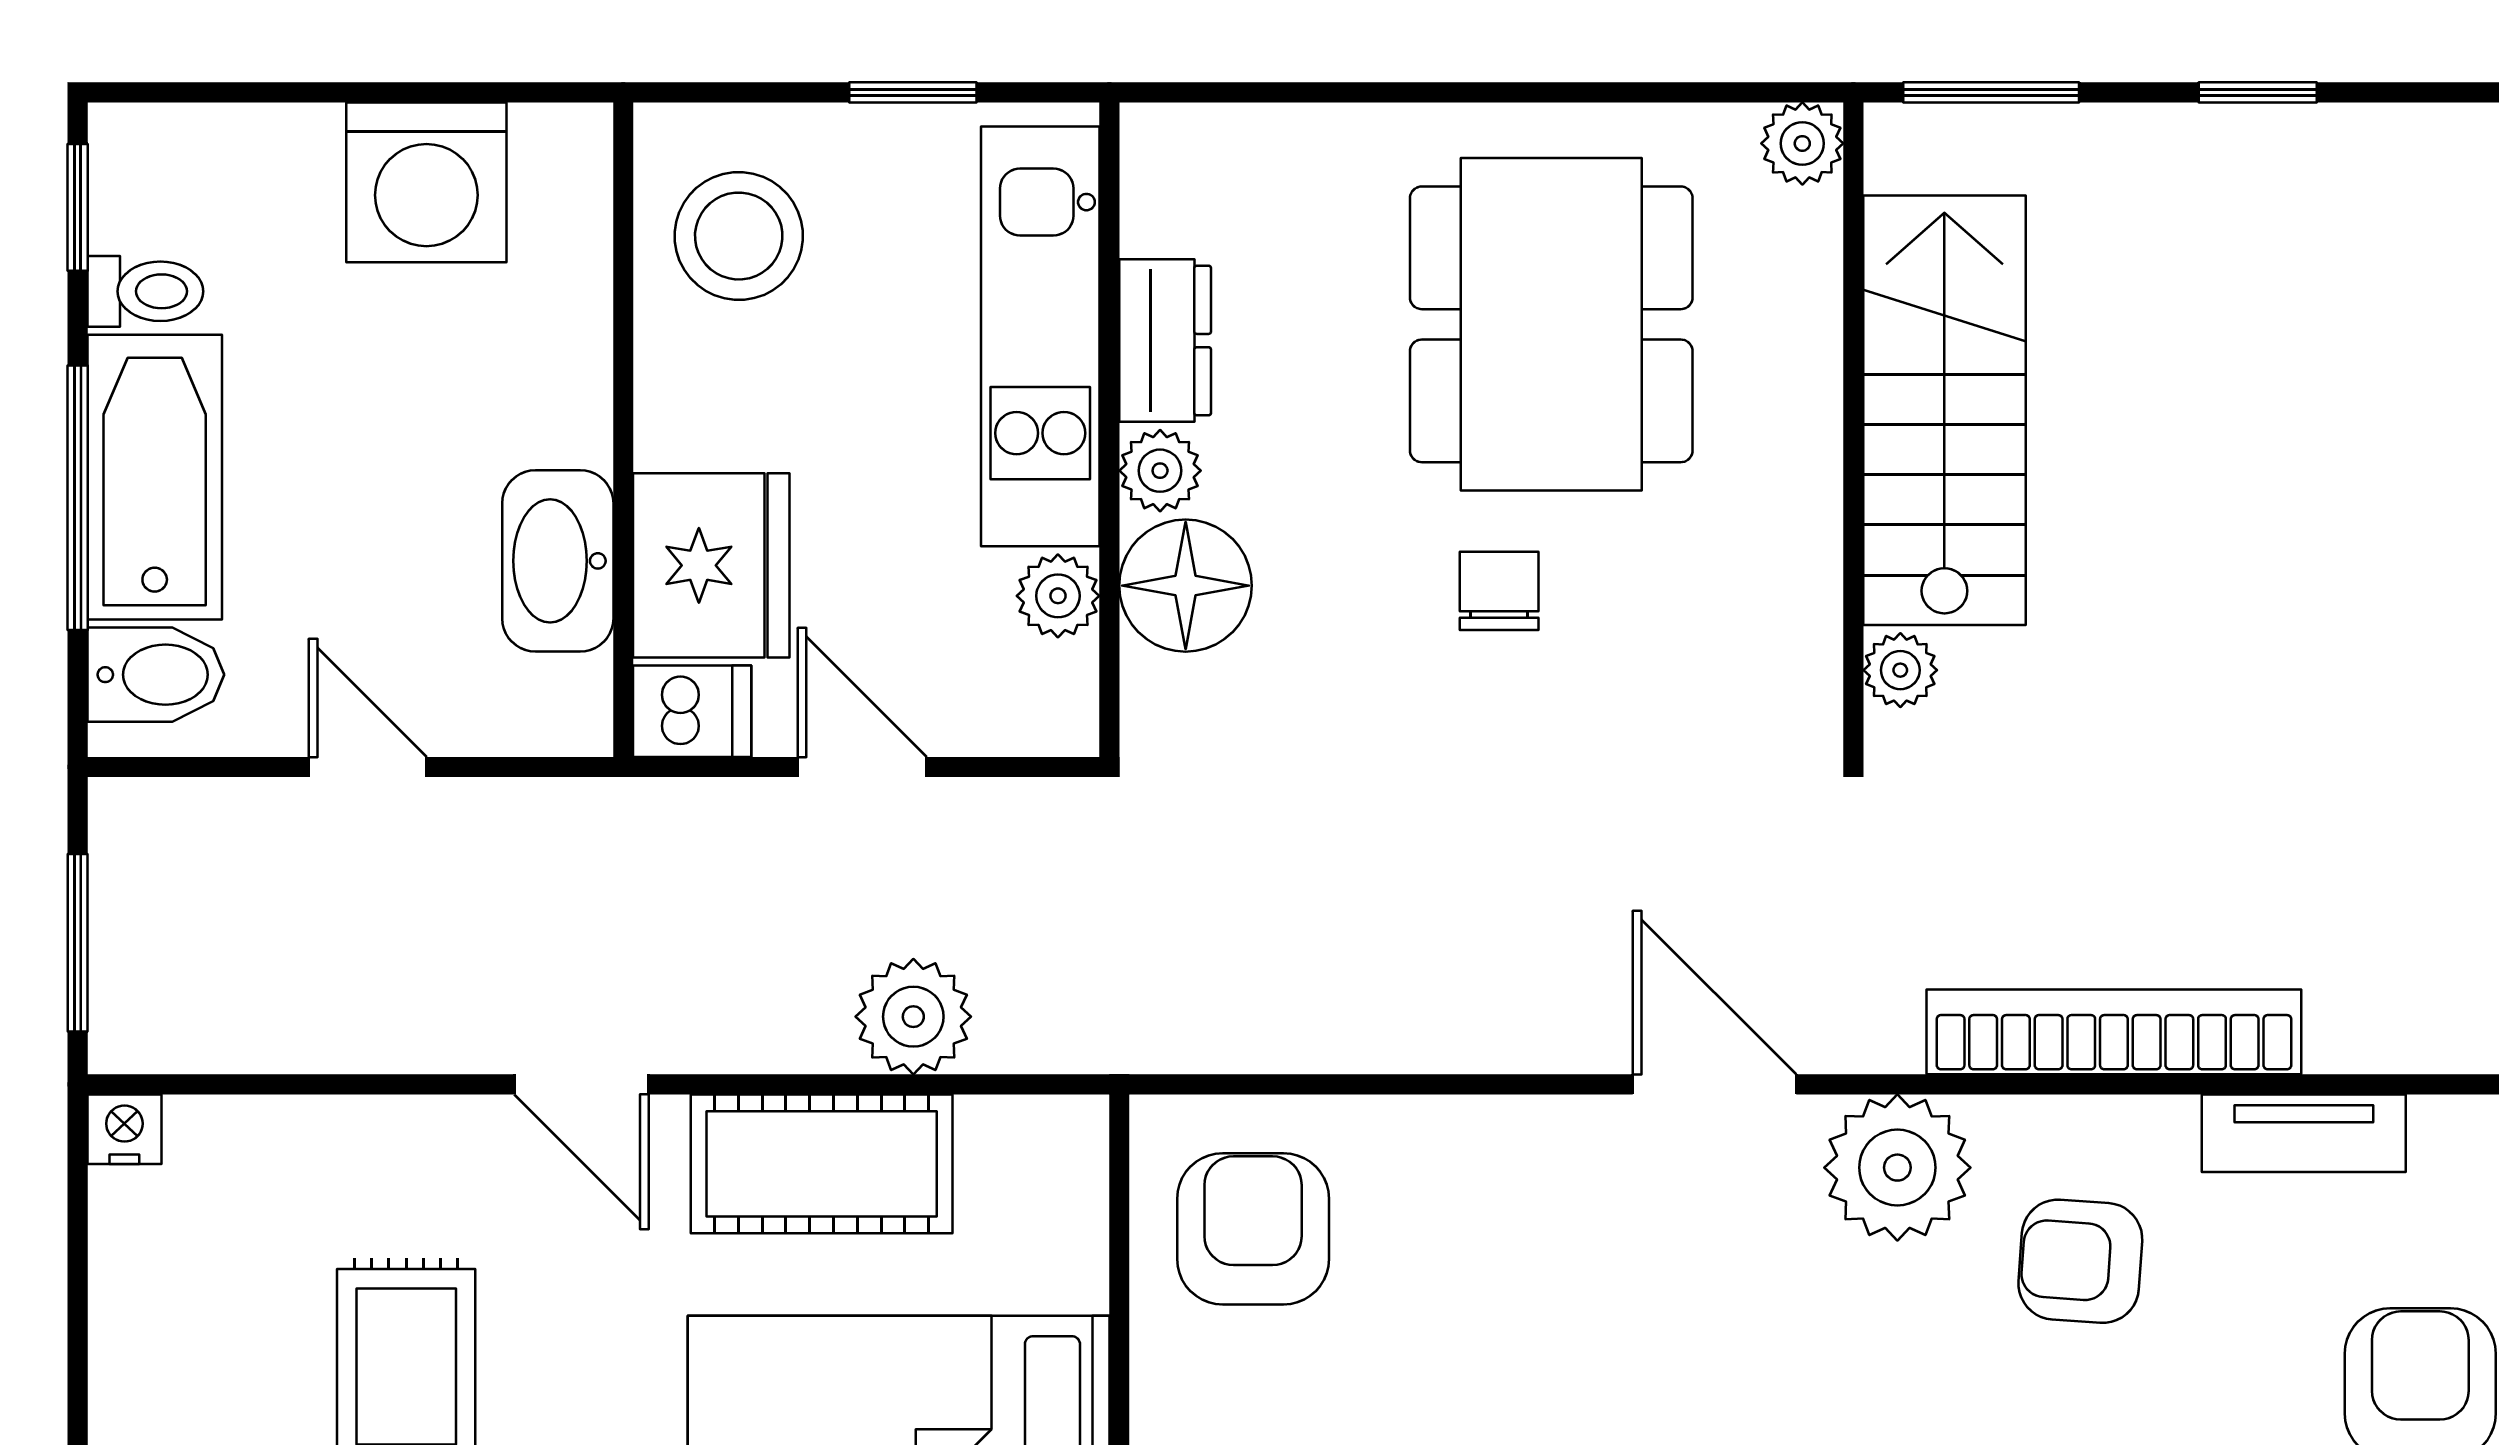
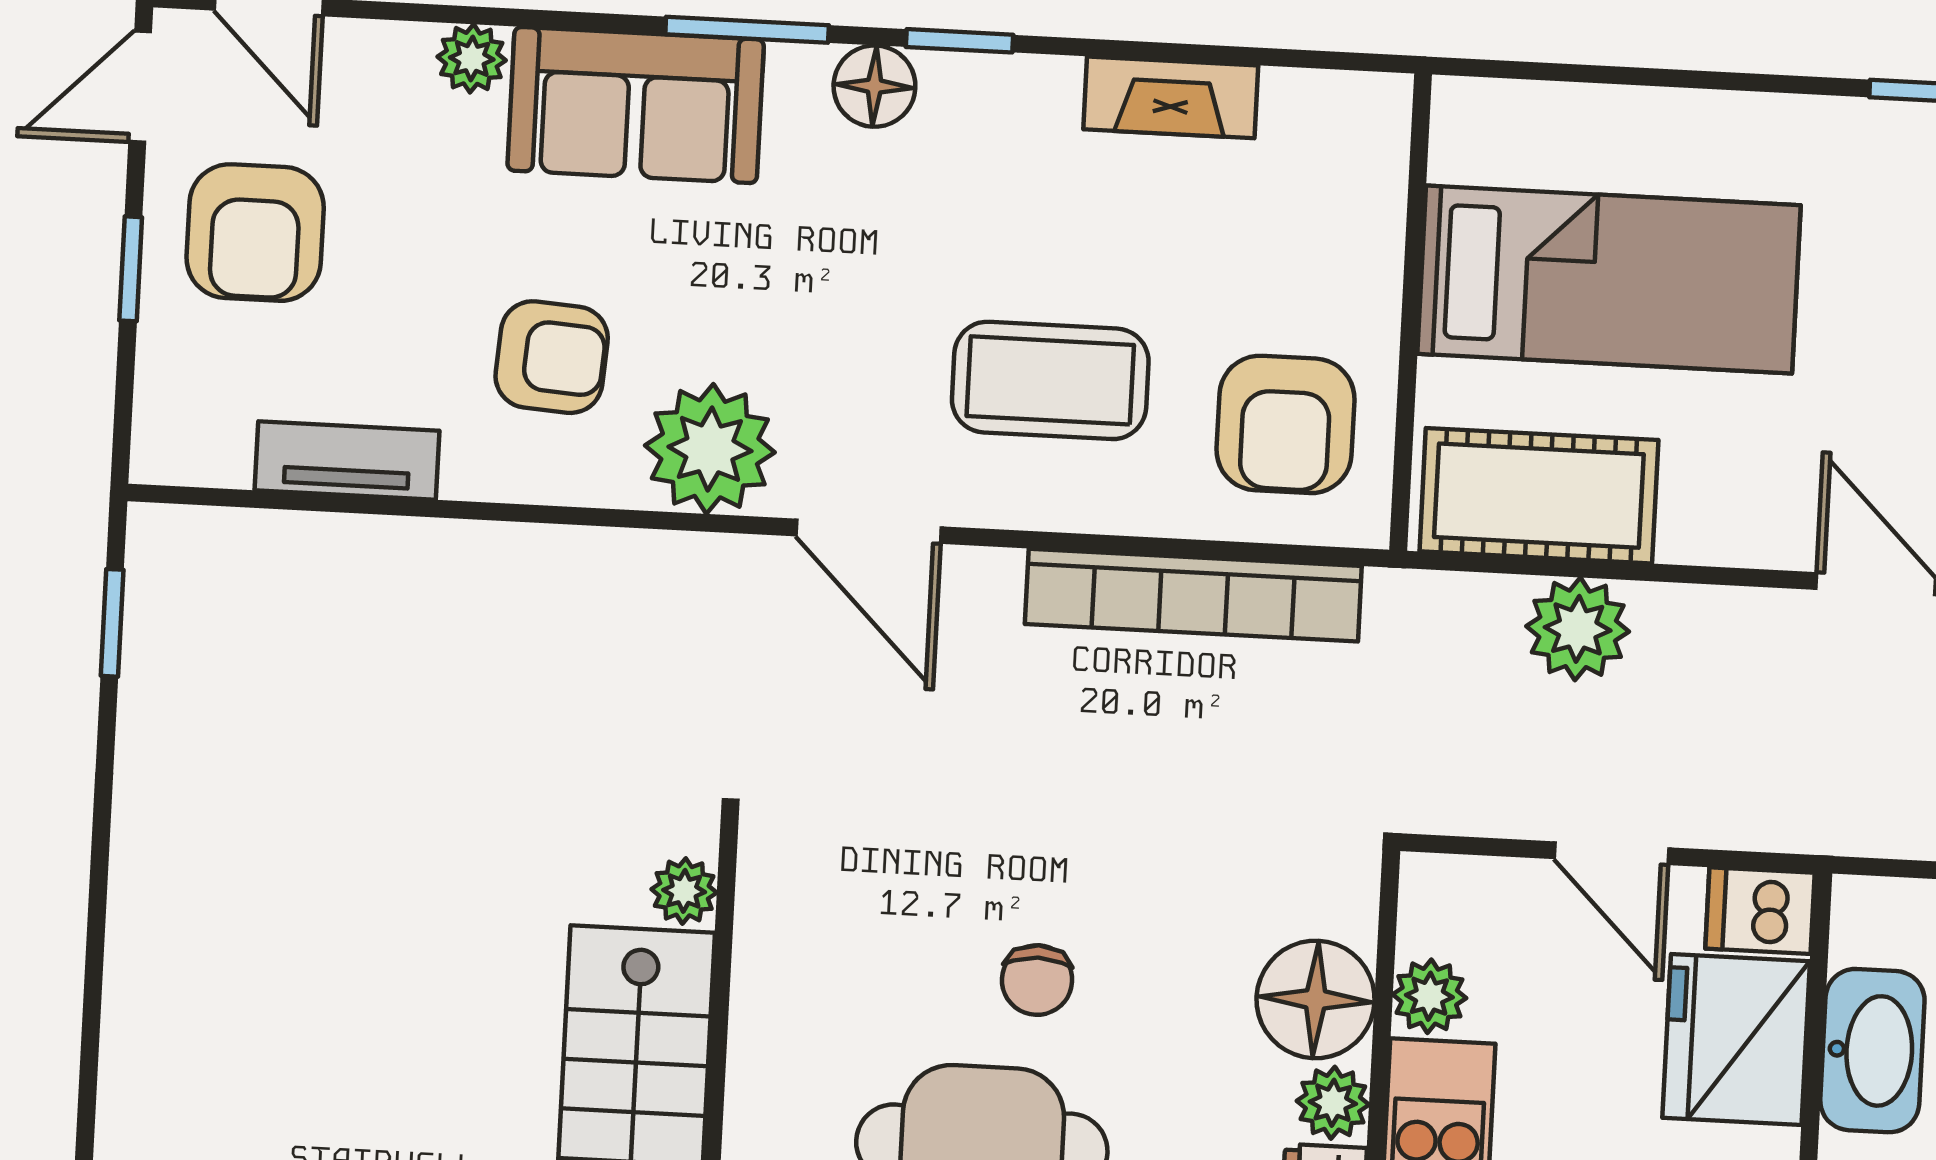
bookcase: (2114, 1032) -> (1193, 595), moved
cot: (822, 1164) -> (1539, 496), moved
coffee table: (1520, 1264) -> (1050, 380), added

